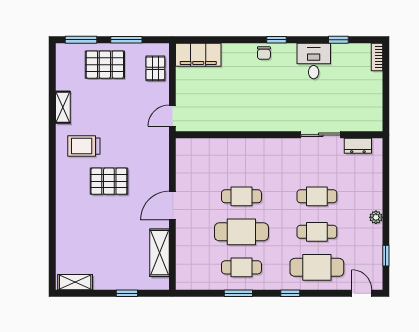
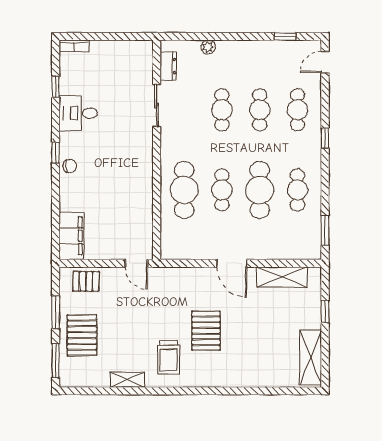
cafe table: (241, 161) -> (184, 190), added
plant: (376, 217) -> (208, 47), moved
cafe table: (317, 267) -> (297, 110), width x0.73, depth x0.74
shelving: (75, 282) -> (311, 357), width x1.50, depth x1.33
window: (238, 293) -> (325, 230), moved

